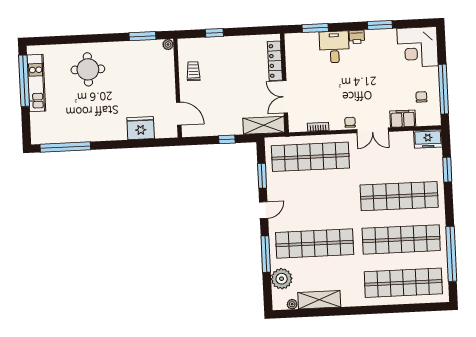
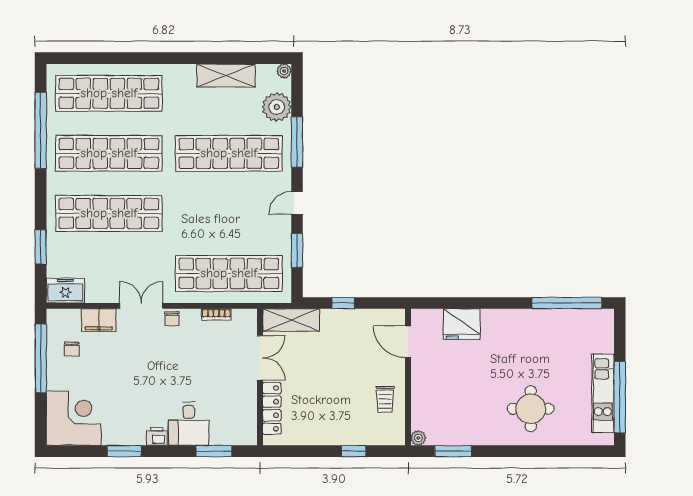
plant: (292, 304) -> (284, 71), moved

